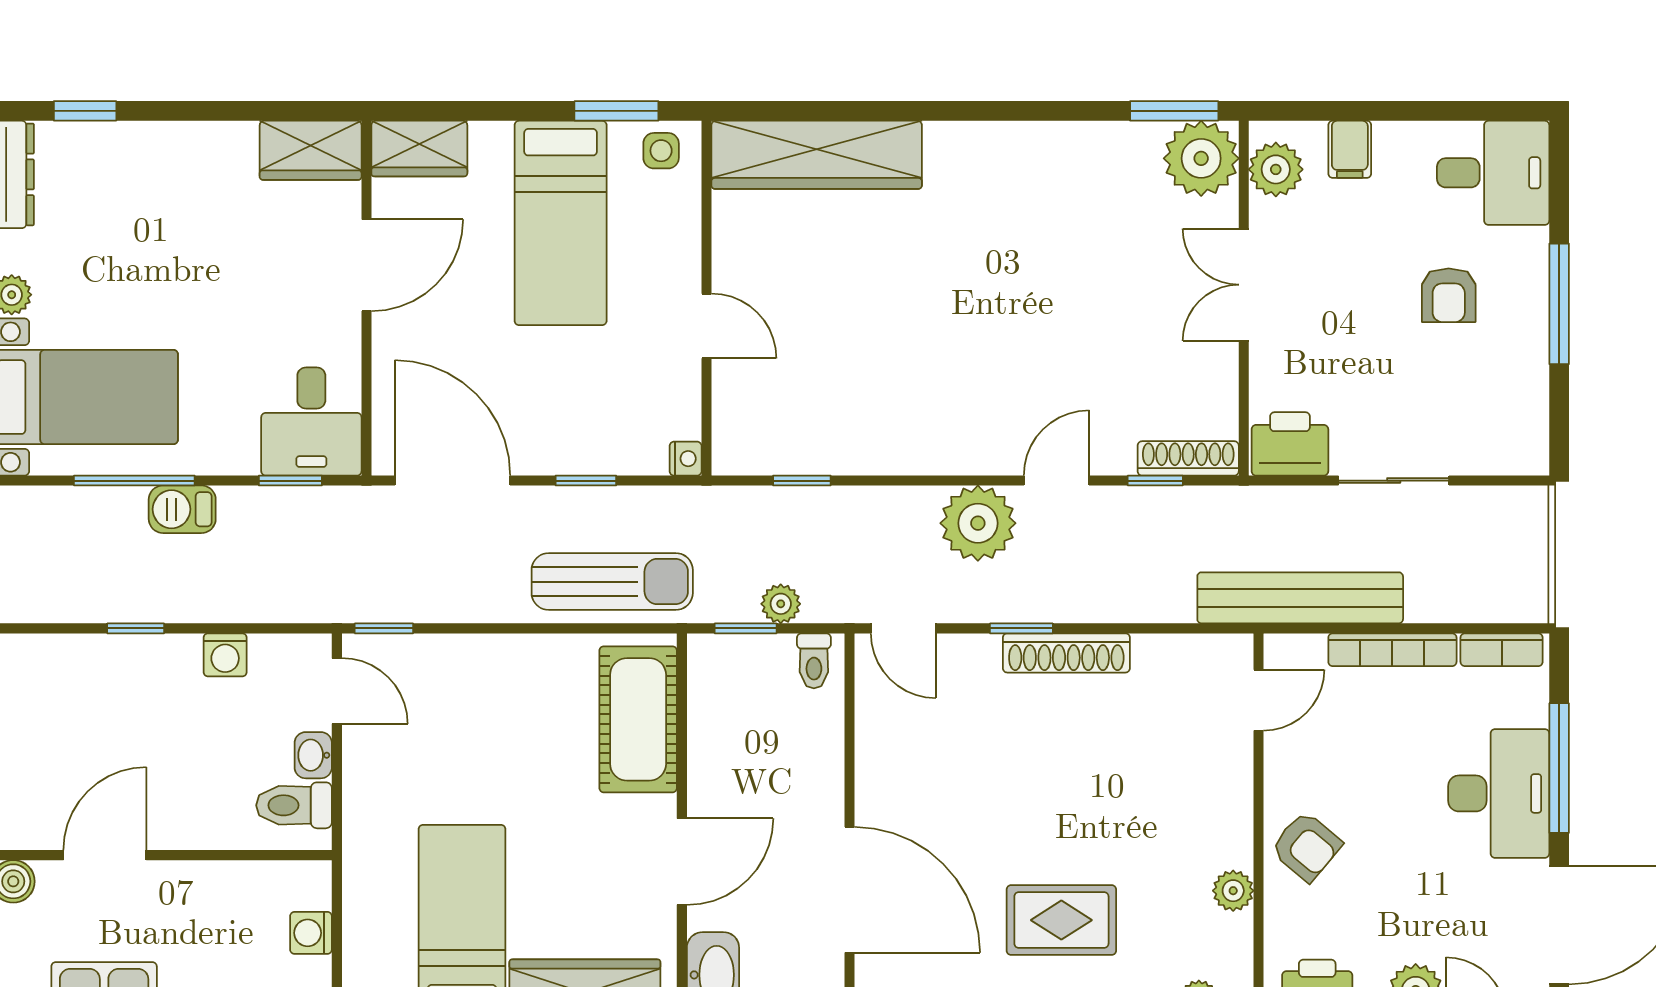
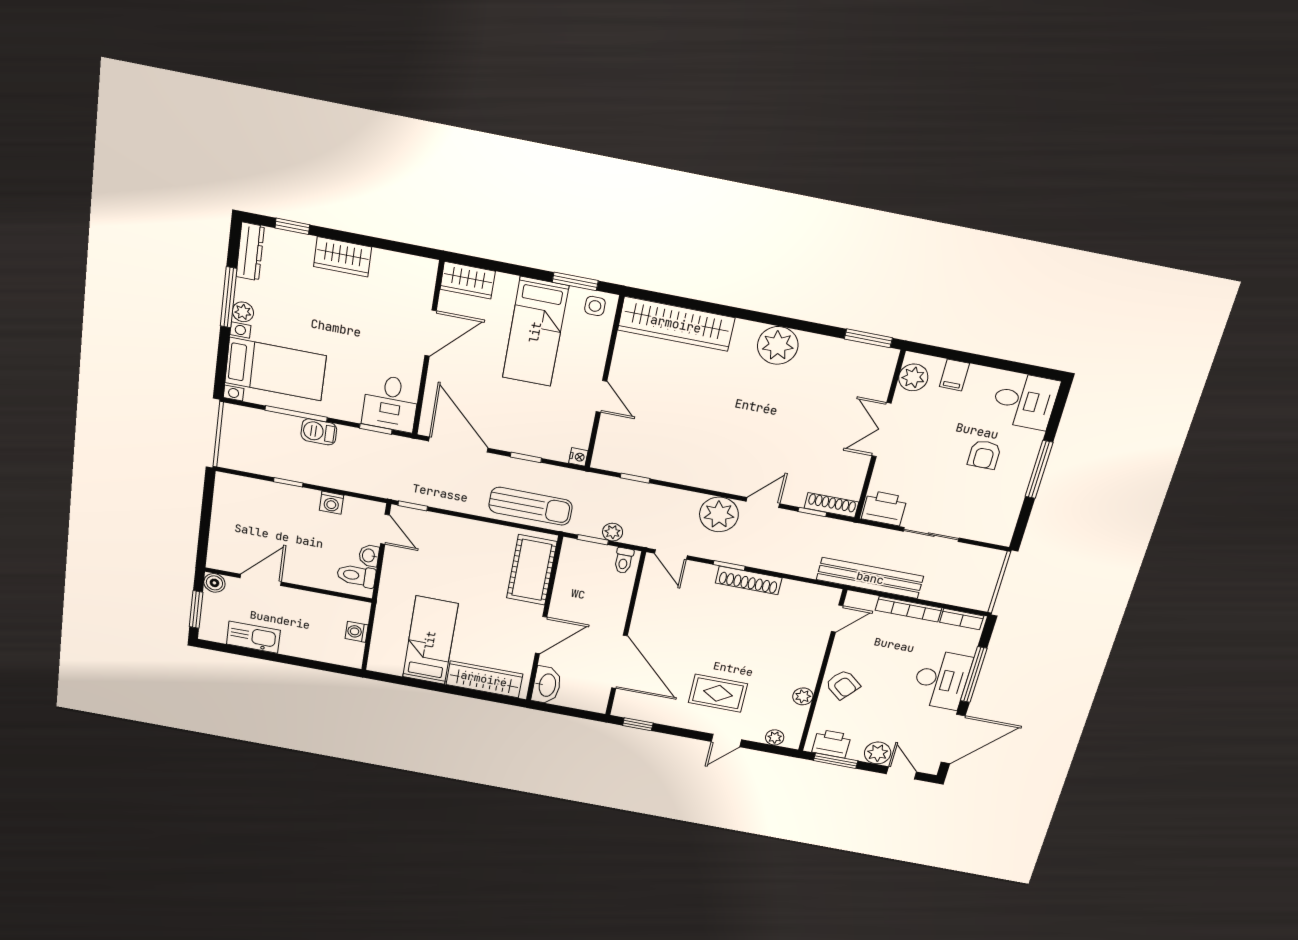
wardrobe: (311, 150) -> (343, 257), moved
plant: (1201, 158) -> (778, 345), moved

